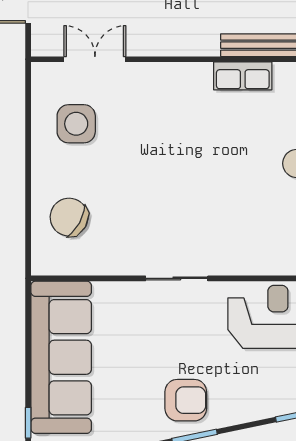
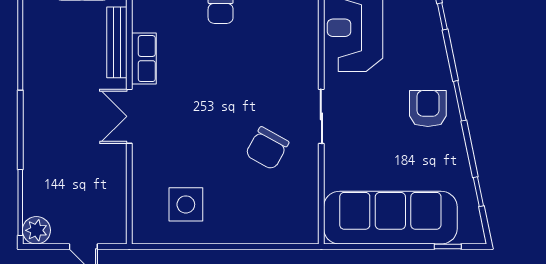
double door: (95, 59) -> (129, 116), moved
chair: (69, 217) -> (267, 148), moved

